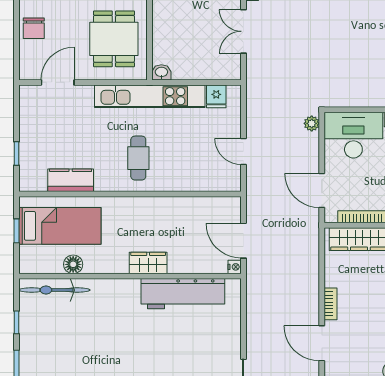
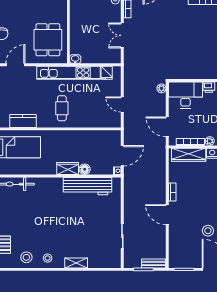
door: (244, 241) -> (122, 156), swing flipped
floor lamp: (73, 264) -> (85, 169), moved

